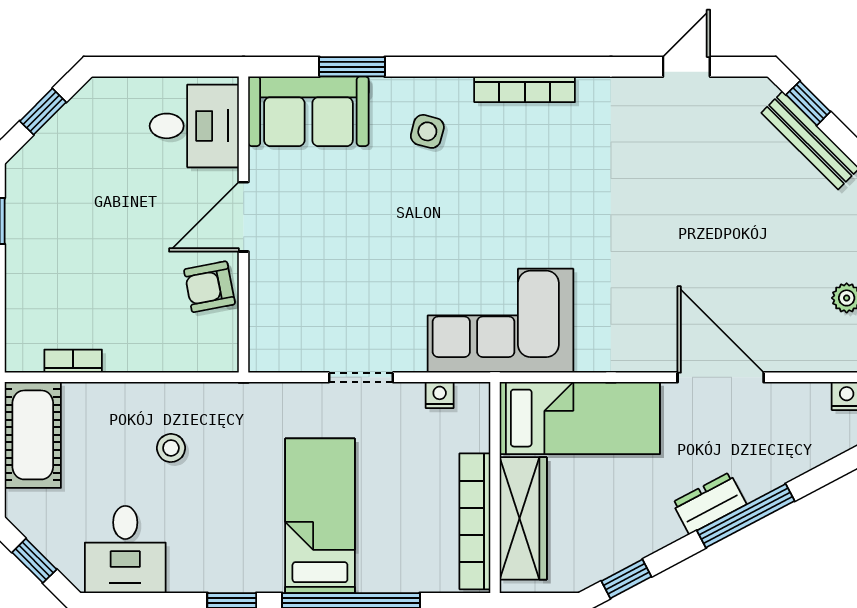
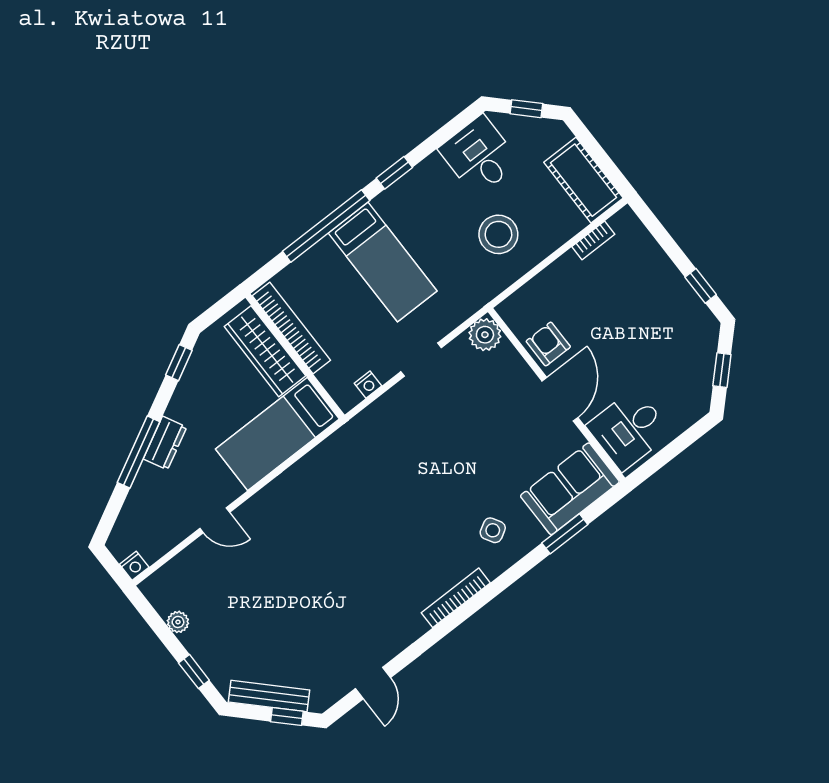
side table: (427, 131) -> (493, 530), turned 45
armchair: (210, 287) -> (548, 344), turned -79
corner sofa: (500, 321) -> (366, 454), removed
plant: (270, 350) -> (485, 335), added
door: (721, 377) -> (215, 520), width x0.53
stool: (171, 448) -> (498, 234), width x1.89, depth x1.89

